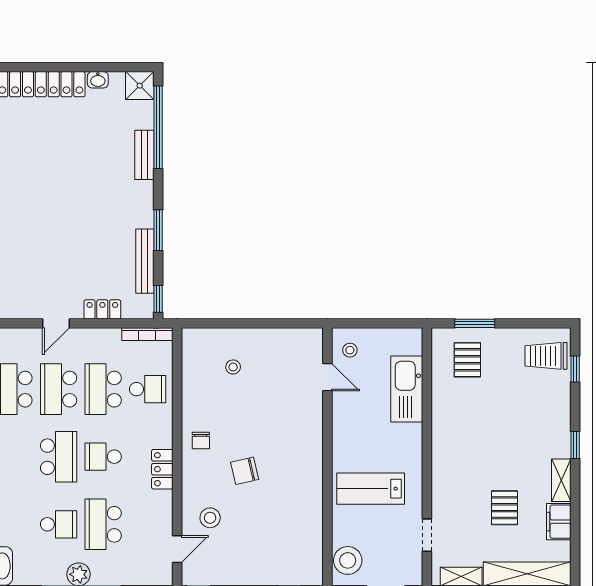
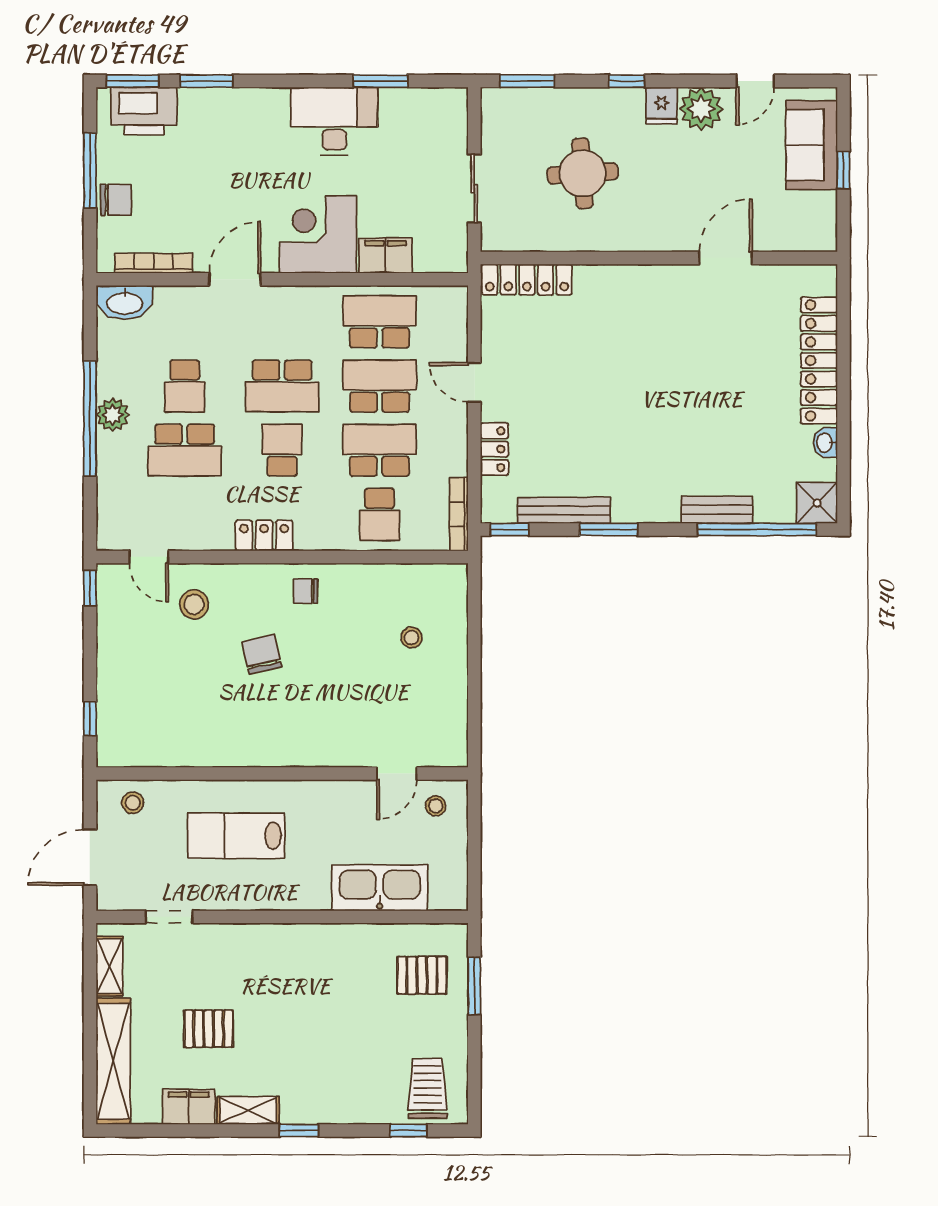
lab bench: (371, 489) -> (236, 836), turned -90
school desk: (103, 524) -> (185, 450), turned 180
stool: (348, 560) -> (133, 803), width x0.53, depth x0.53

